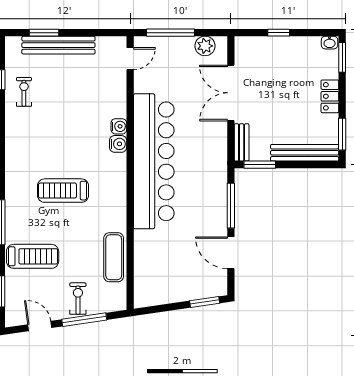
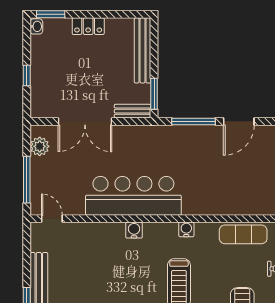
water cooler: (119, 126) -> (186, 229), moved
window: (342, 134) -> (125, 14), removed
bar counter: (154, 161) -> (133, 196), width x0.73

